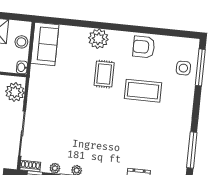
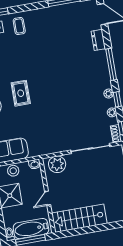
rug: (104, 74) -> (21, 93), turned 90
coffee table: (143, 91) -> (19, 26), moved, width x0.54, depth x0.58

